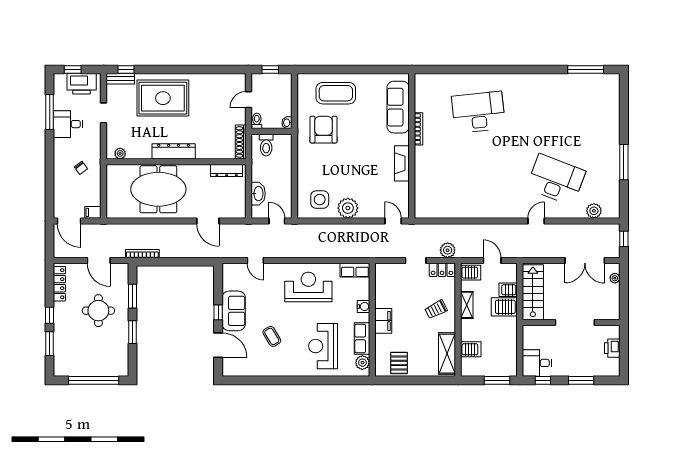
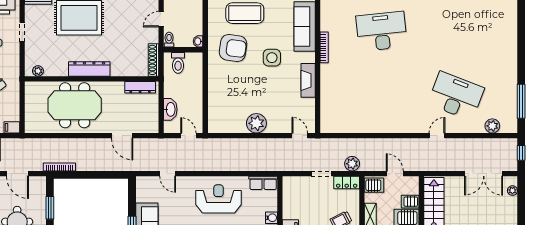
armchair: (323, 130) -> (233, 48), turned 98
window: (624, 162) -> (521, 101), moved
side table: (320, 200) -> (272, 58), moved

